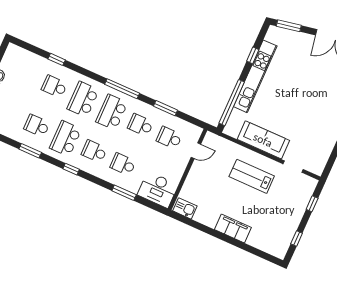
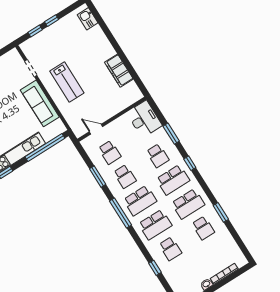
school desk: (94, 151) -> (173, 180), width x1.85
window: (71, 169) -> (190, 163), moved
kitchen sink: (185, 208) -> (88, 19), moved
filing cabinet: (233, 229) -> (119, 71), moved
window: (297, 238) -> (52, 21), moved

